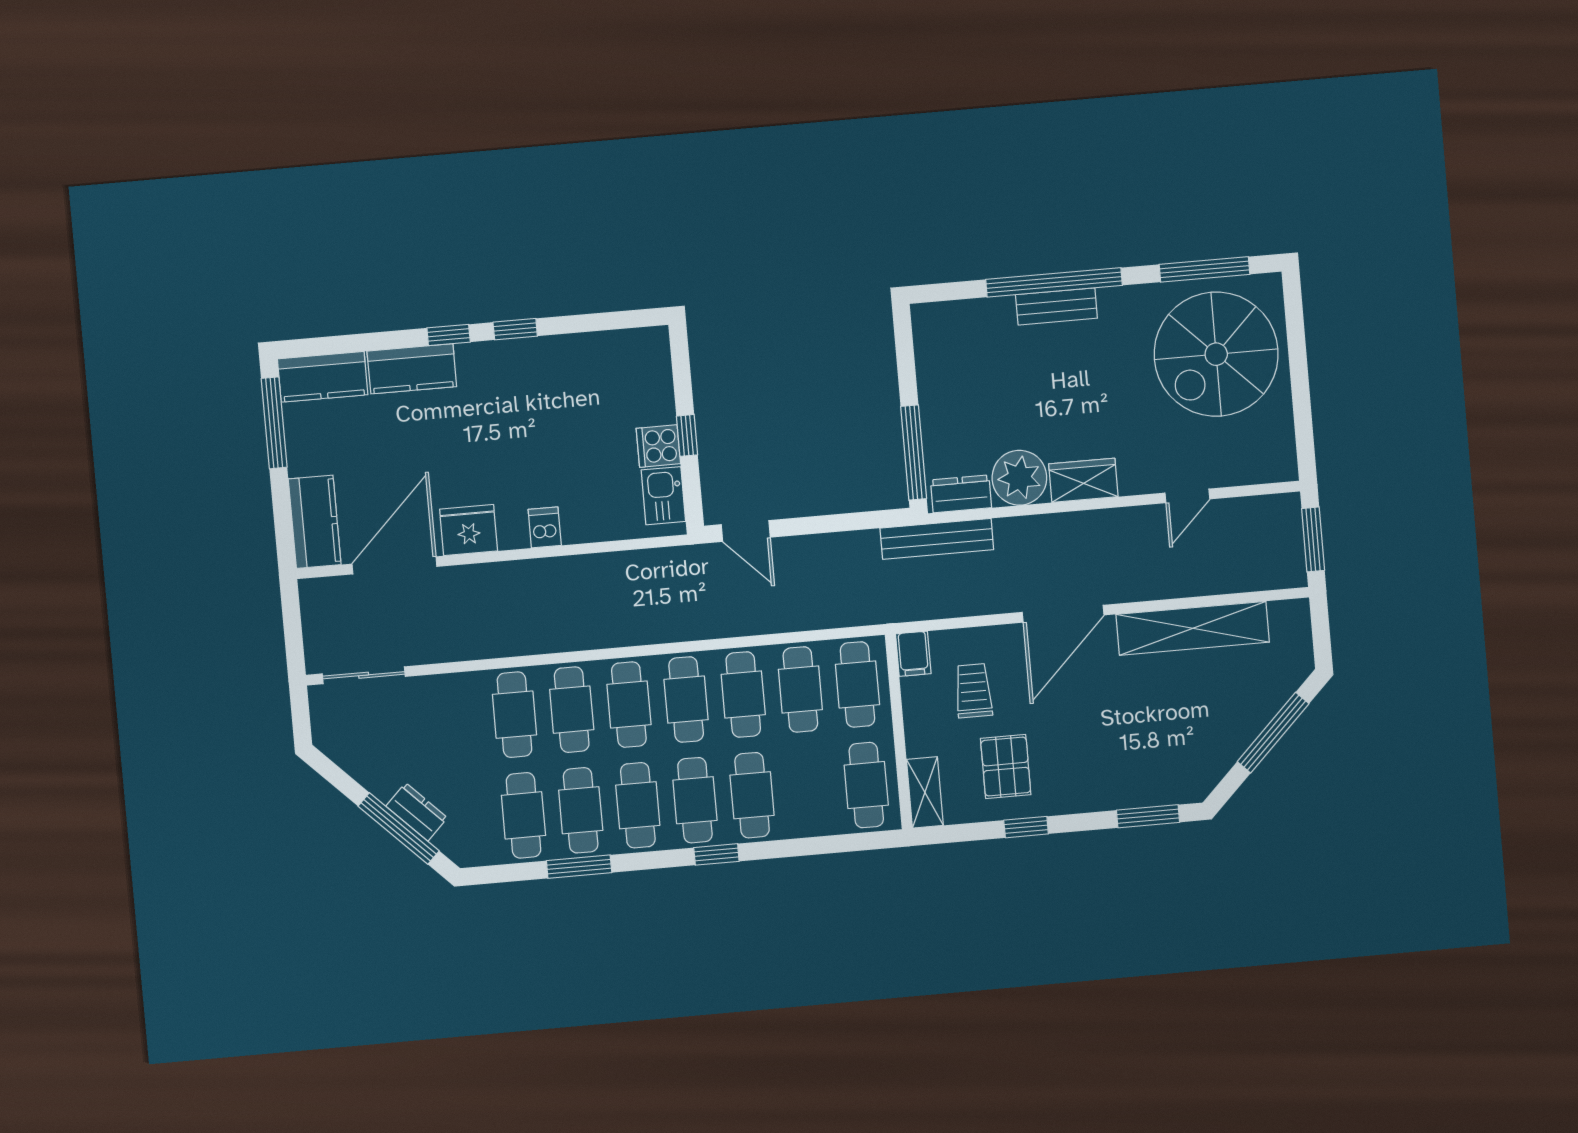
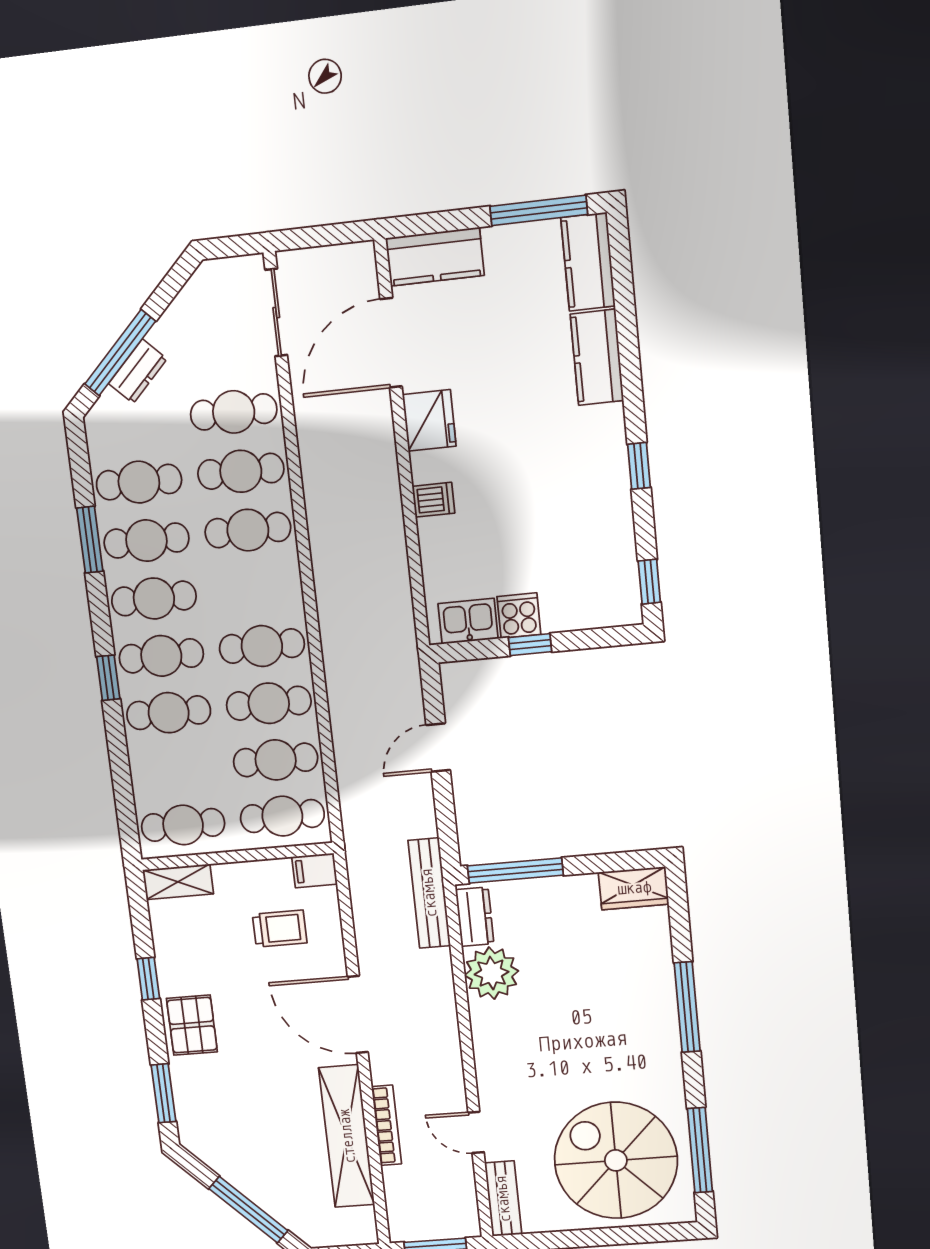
window: (1054, 282) -> (687, 1007), width x0.68
bench: (1056, 306) -> (503, 1199), moved
window: (449, 335) -> (649, 582), moved
wardrobe: (1083, 480) -> (634, 888), moved, turned 90
door: (746, 531) -> (438, 748), moved
door: (394, 565) -> (391, 343), swing flipped
bookcase: (1181, 587) -> (387, 1125), added
cafe table: (629, 705) -> (234, 412), moved
pallet: (1006, 767) -> (192, 1025), moved, turned 90

